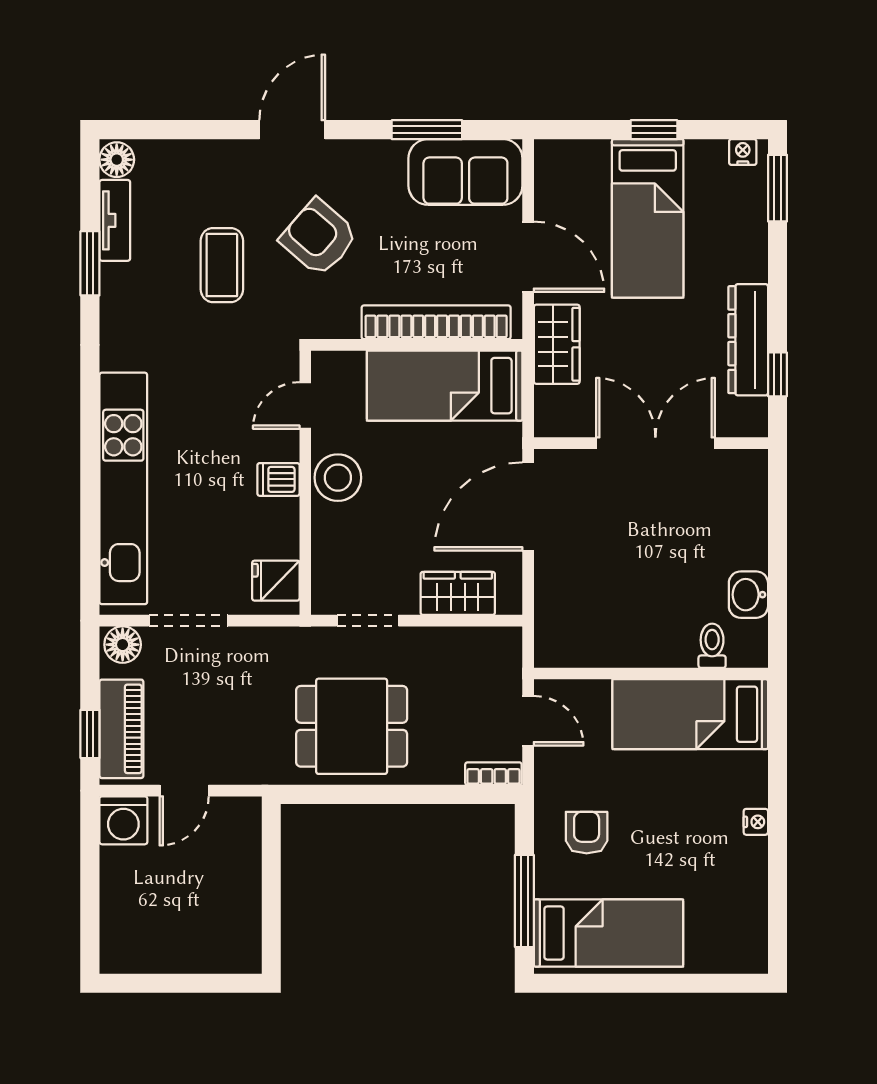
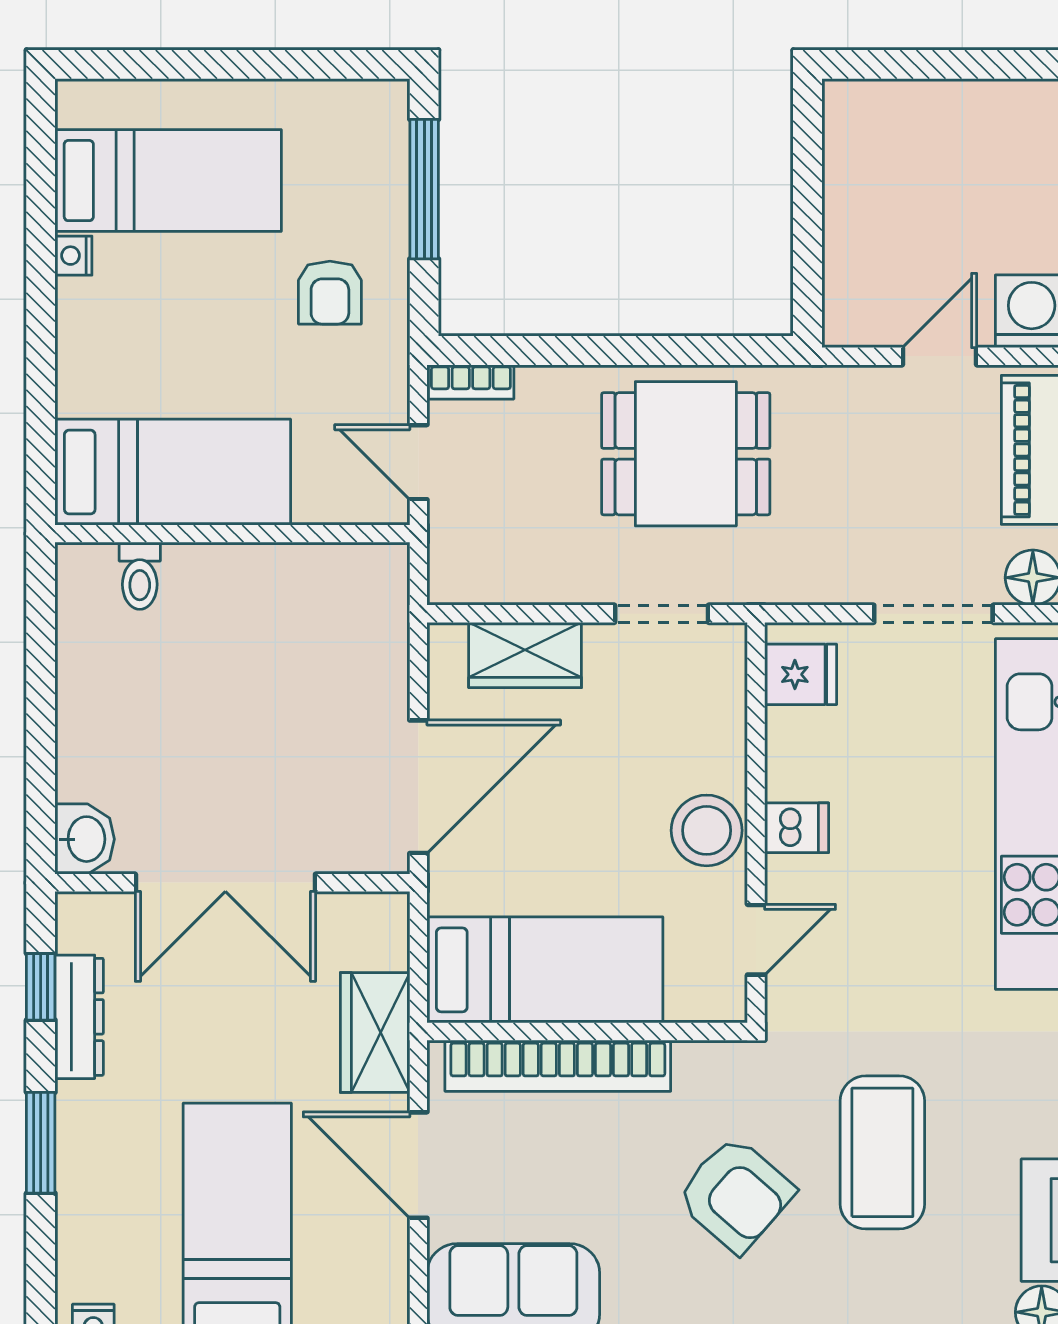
window: (777, 188) -> (41, 1143), moved
coffee table: (222, 265) -> (882, 1152), width x1.36, depth x1.32
dresser: (748, 340) -> (79, 1017), width x0.73, depth x0.80
washbasin: (748, 595) -> (85, 839), moved
nightstand: (756, 822) -> (73, 256), moved
bed: (609, 933) -> (168, 181), moved, turned 180

